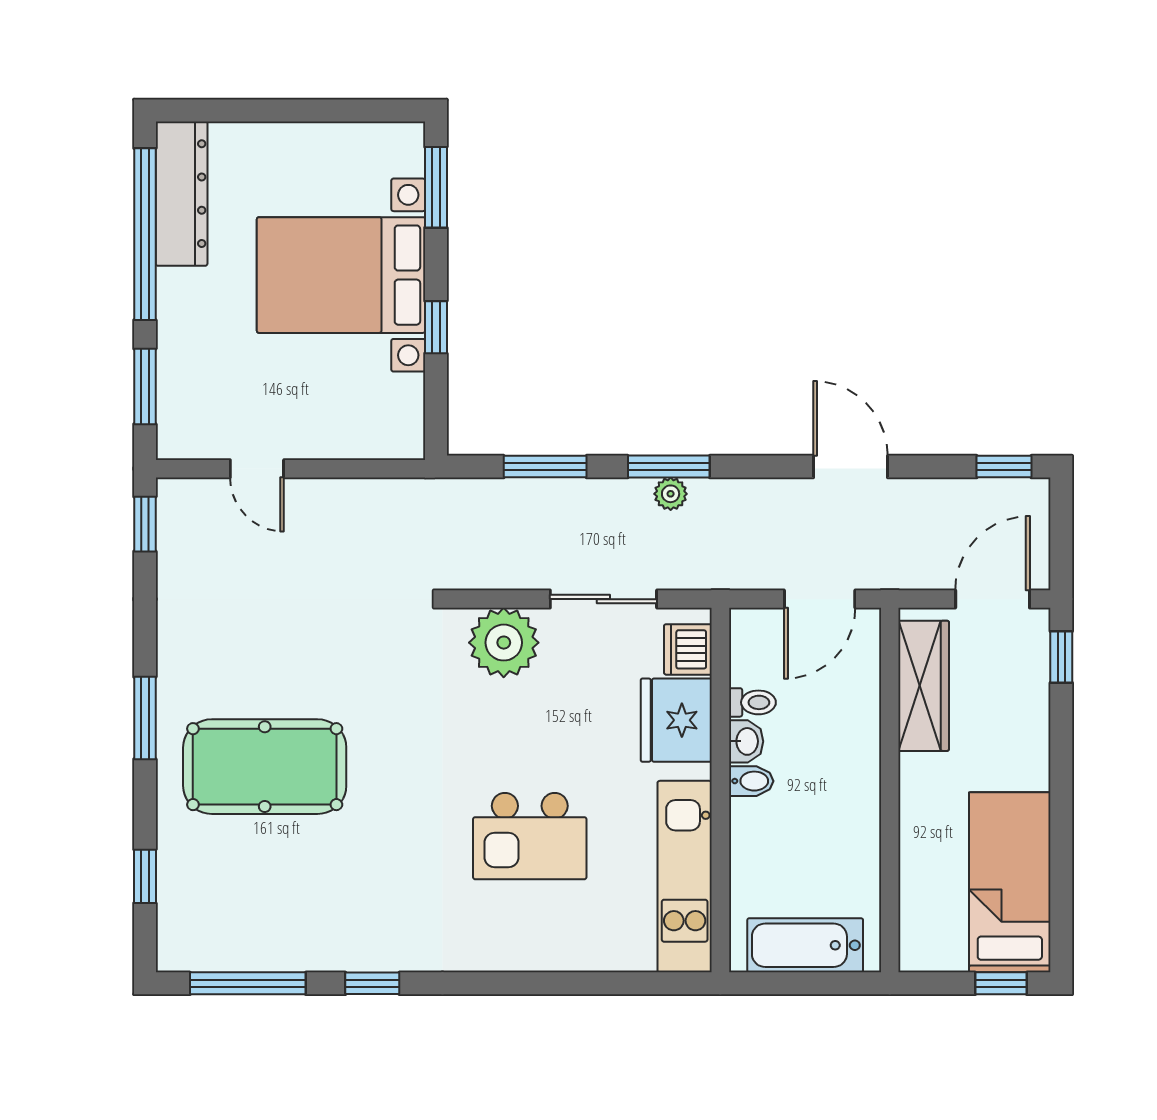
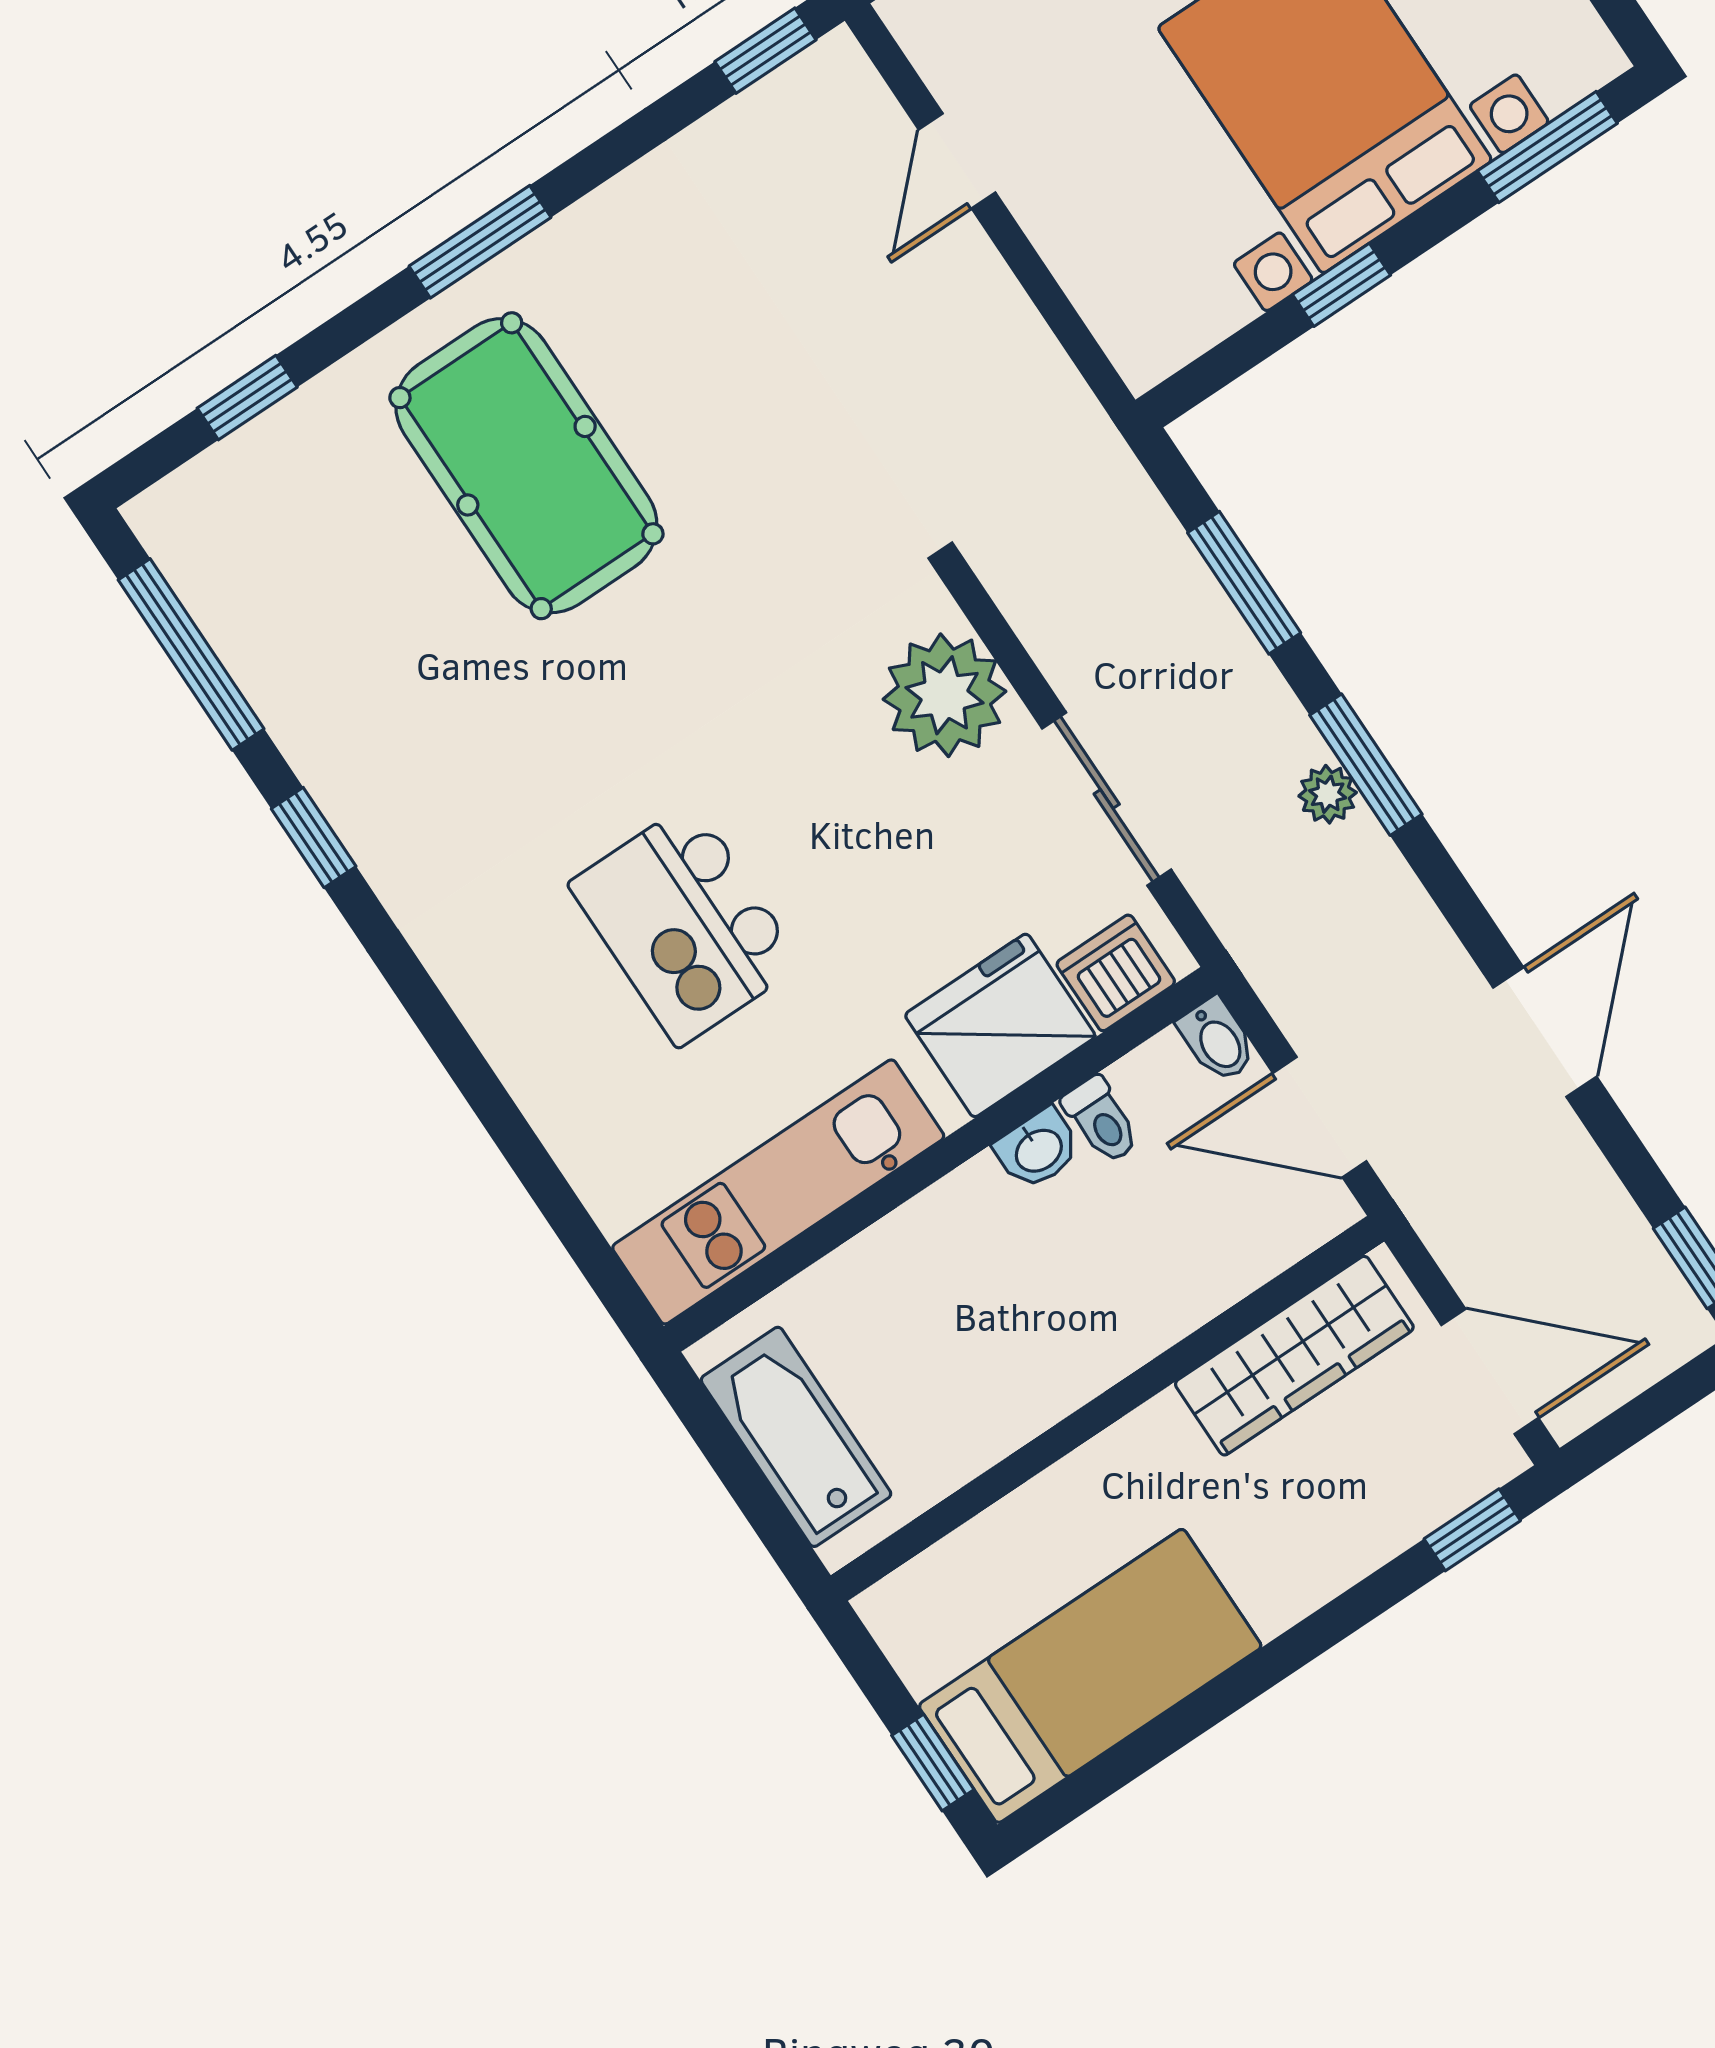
bidet: (751, 781) -> (1217, 1040), moved

